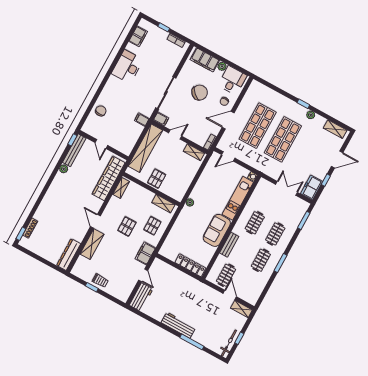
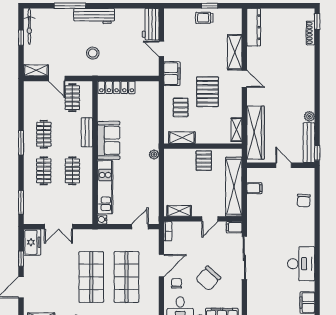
filing cabinet: (142, 120) -> (254, 188), moved
pallet: (127, 226) -> (208, 92), width x1.50, depth x1.42
stool: (194, 299) -> (93, 53), added

